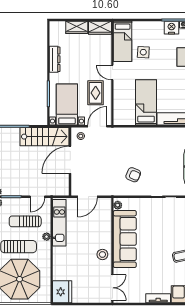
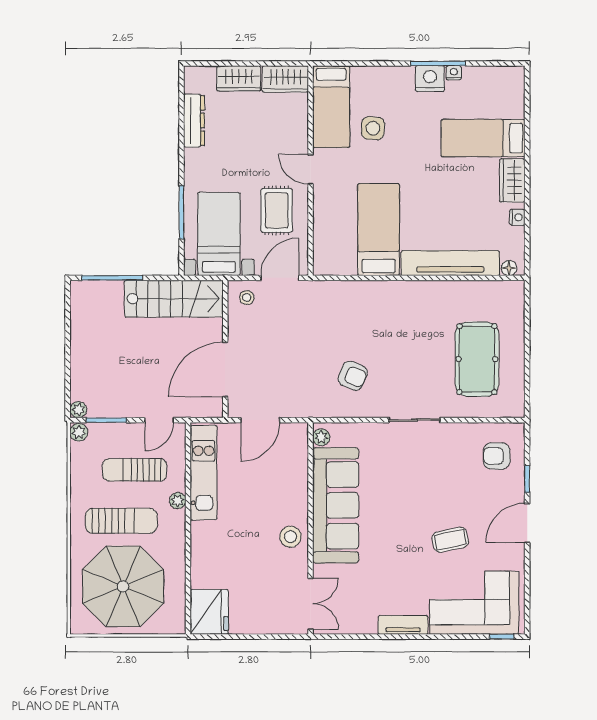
dresser: (55, 59) -> (194, 121), moved
door: (70, 160) -> (225, 370), moved

